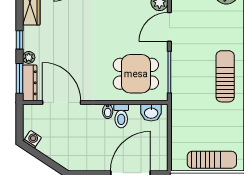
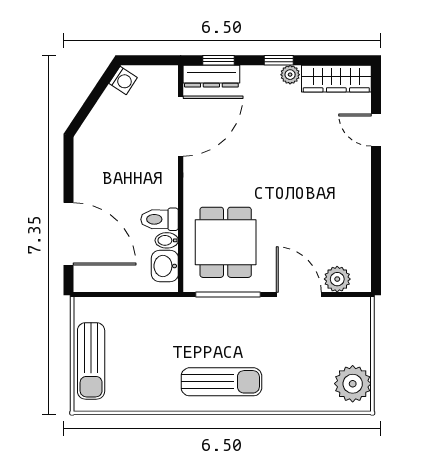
plant: (29, 57) -> (290, 75), moved
window: (20, 78) -> (218, 60), width x0.67
bidet: (108, 111) -> (167, 240), moved

